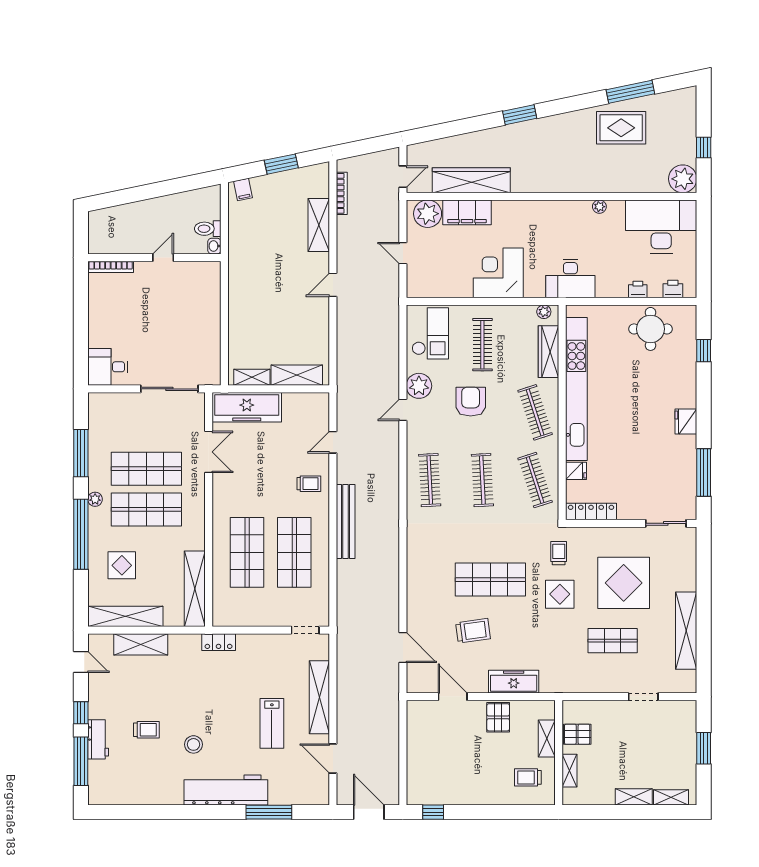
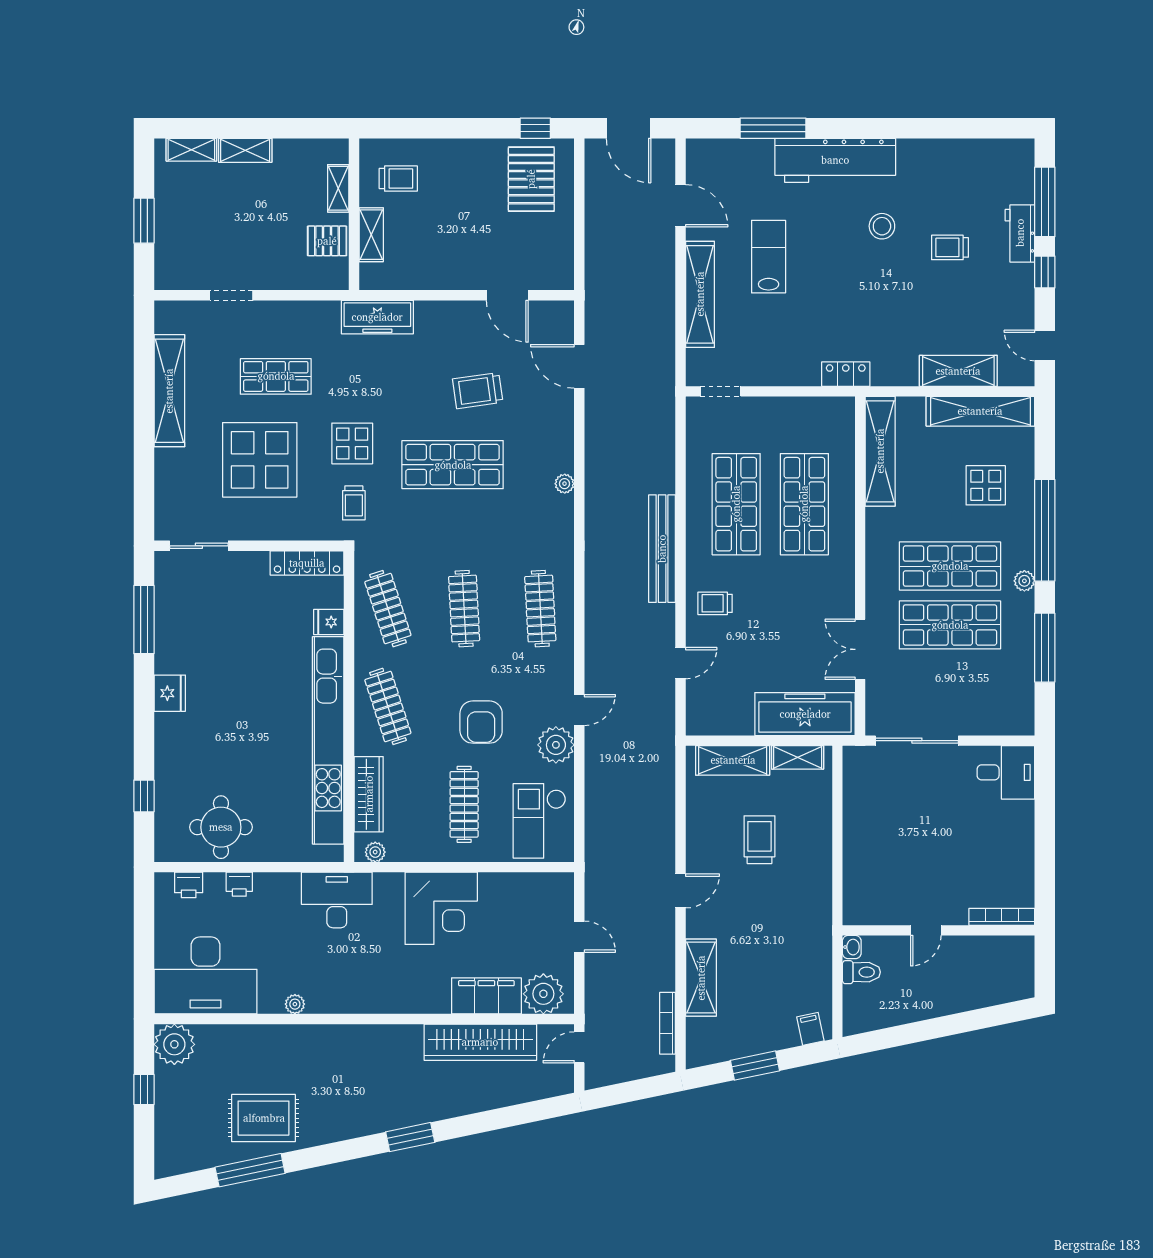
trolley: (278, 320) -> (759, 840), added
plant: (413, 566) -> (565, 484), added
freezer: (514, 682) -> (377, 317), moved
pallet: (498, 717) -> (531, 179), moved, width x1.50, depth x1.42

